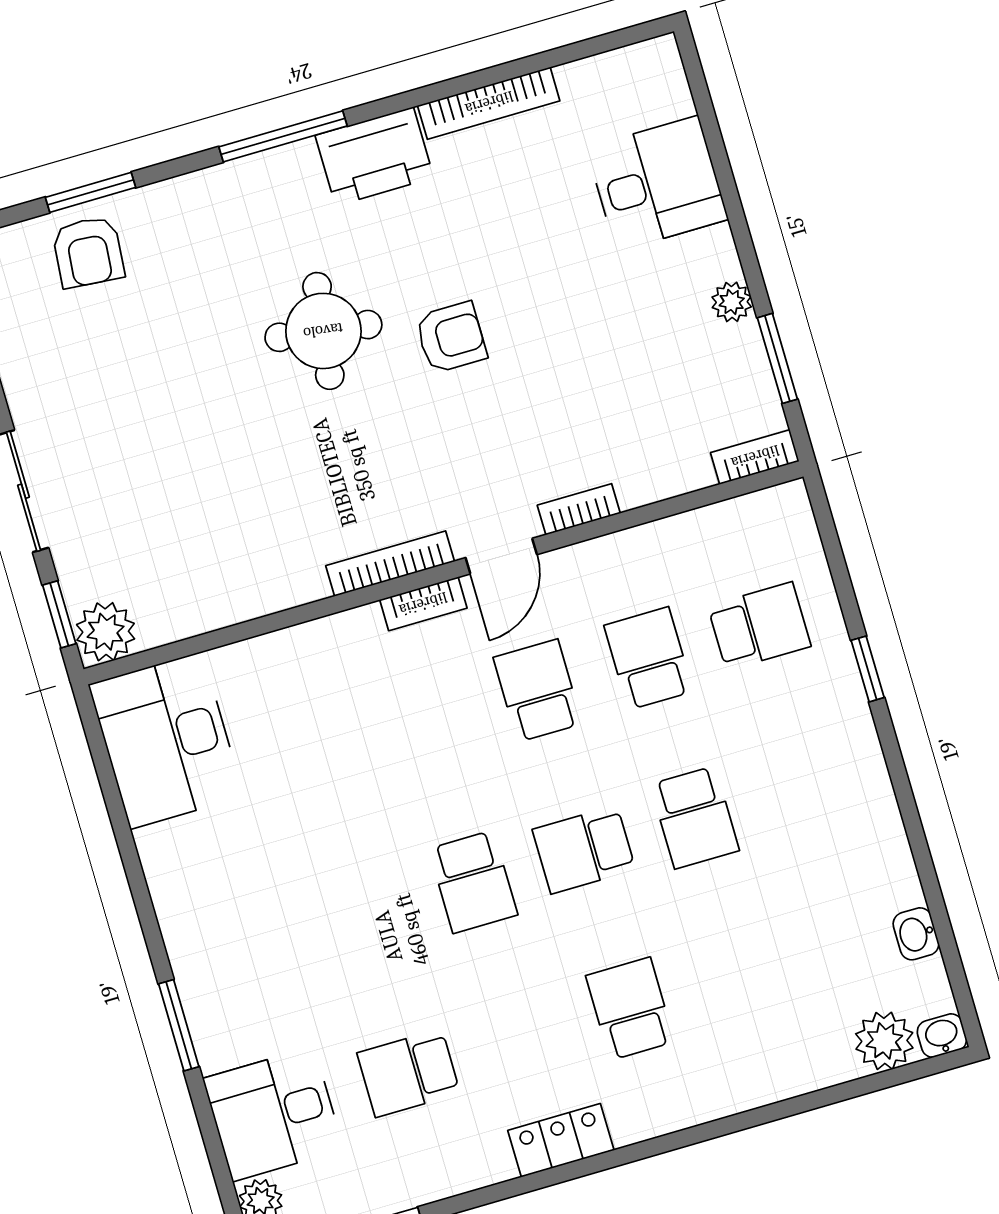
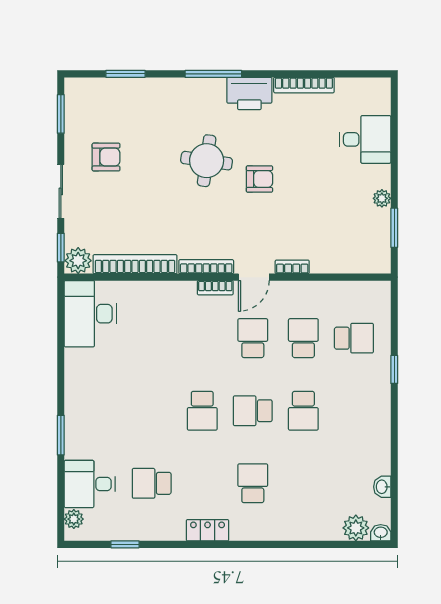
armchair: (88, 252) -> (106, 157), moved, turned -95
bookcase: (755, 457) -> (135, 264), moved, width x2.31, depth x1.31

